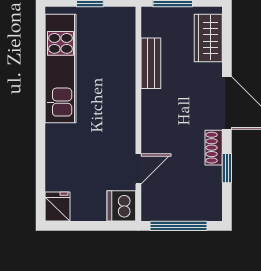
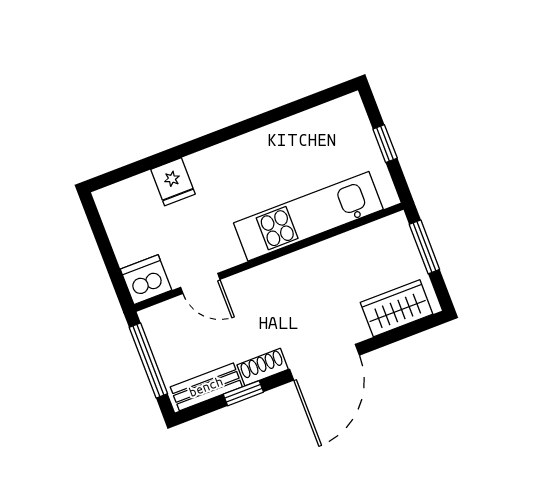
bench: (151, 63) -> (206, 387), moved
kitchen unit: (61, 68) -> (308, 216), moved, turned 180
fridge: (58, 207) -> (173, 182), moved, turned 90

